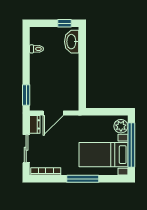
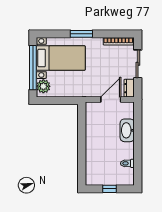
window: (65, 23) -> (110, 189), moved
washbasin: (72, 42) -> (127, 130), moved, turned 180
window: (26, 95) -> (138, 117), removed
window: (83, 179) -> (81, 34), width x0.69

